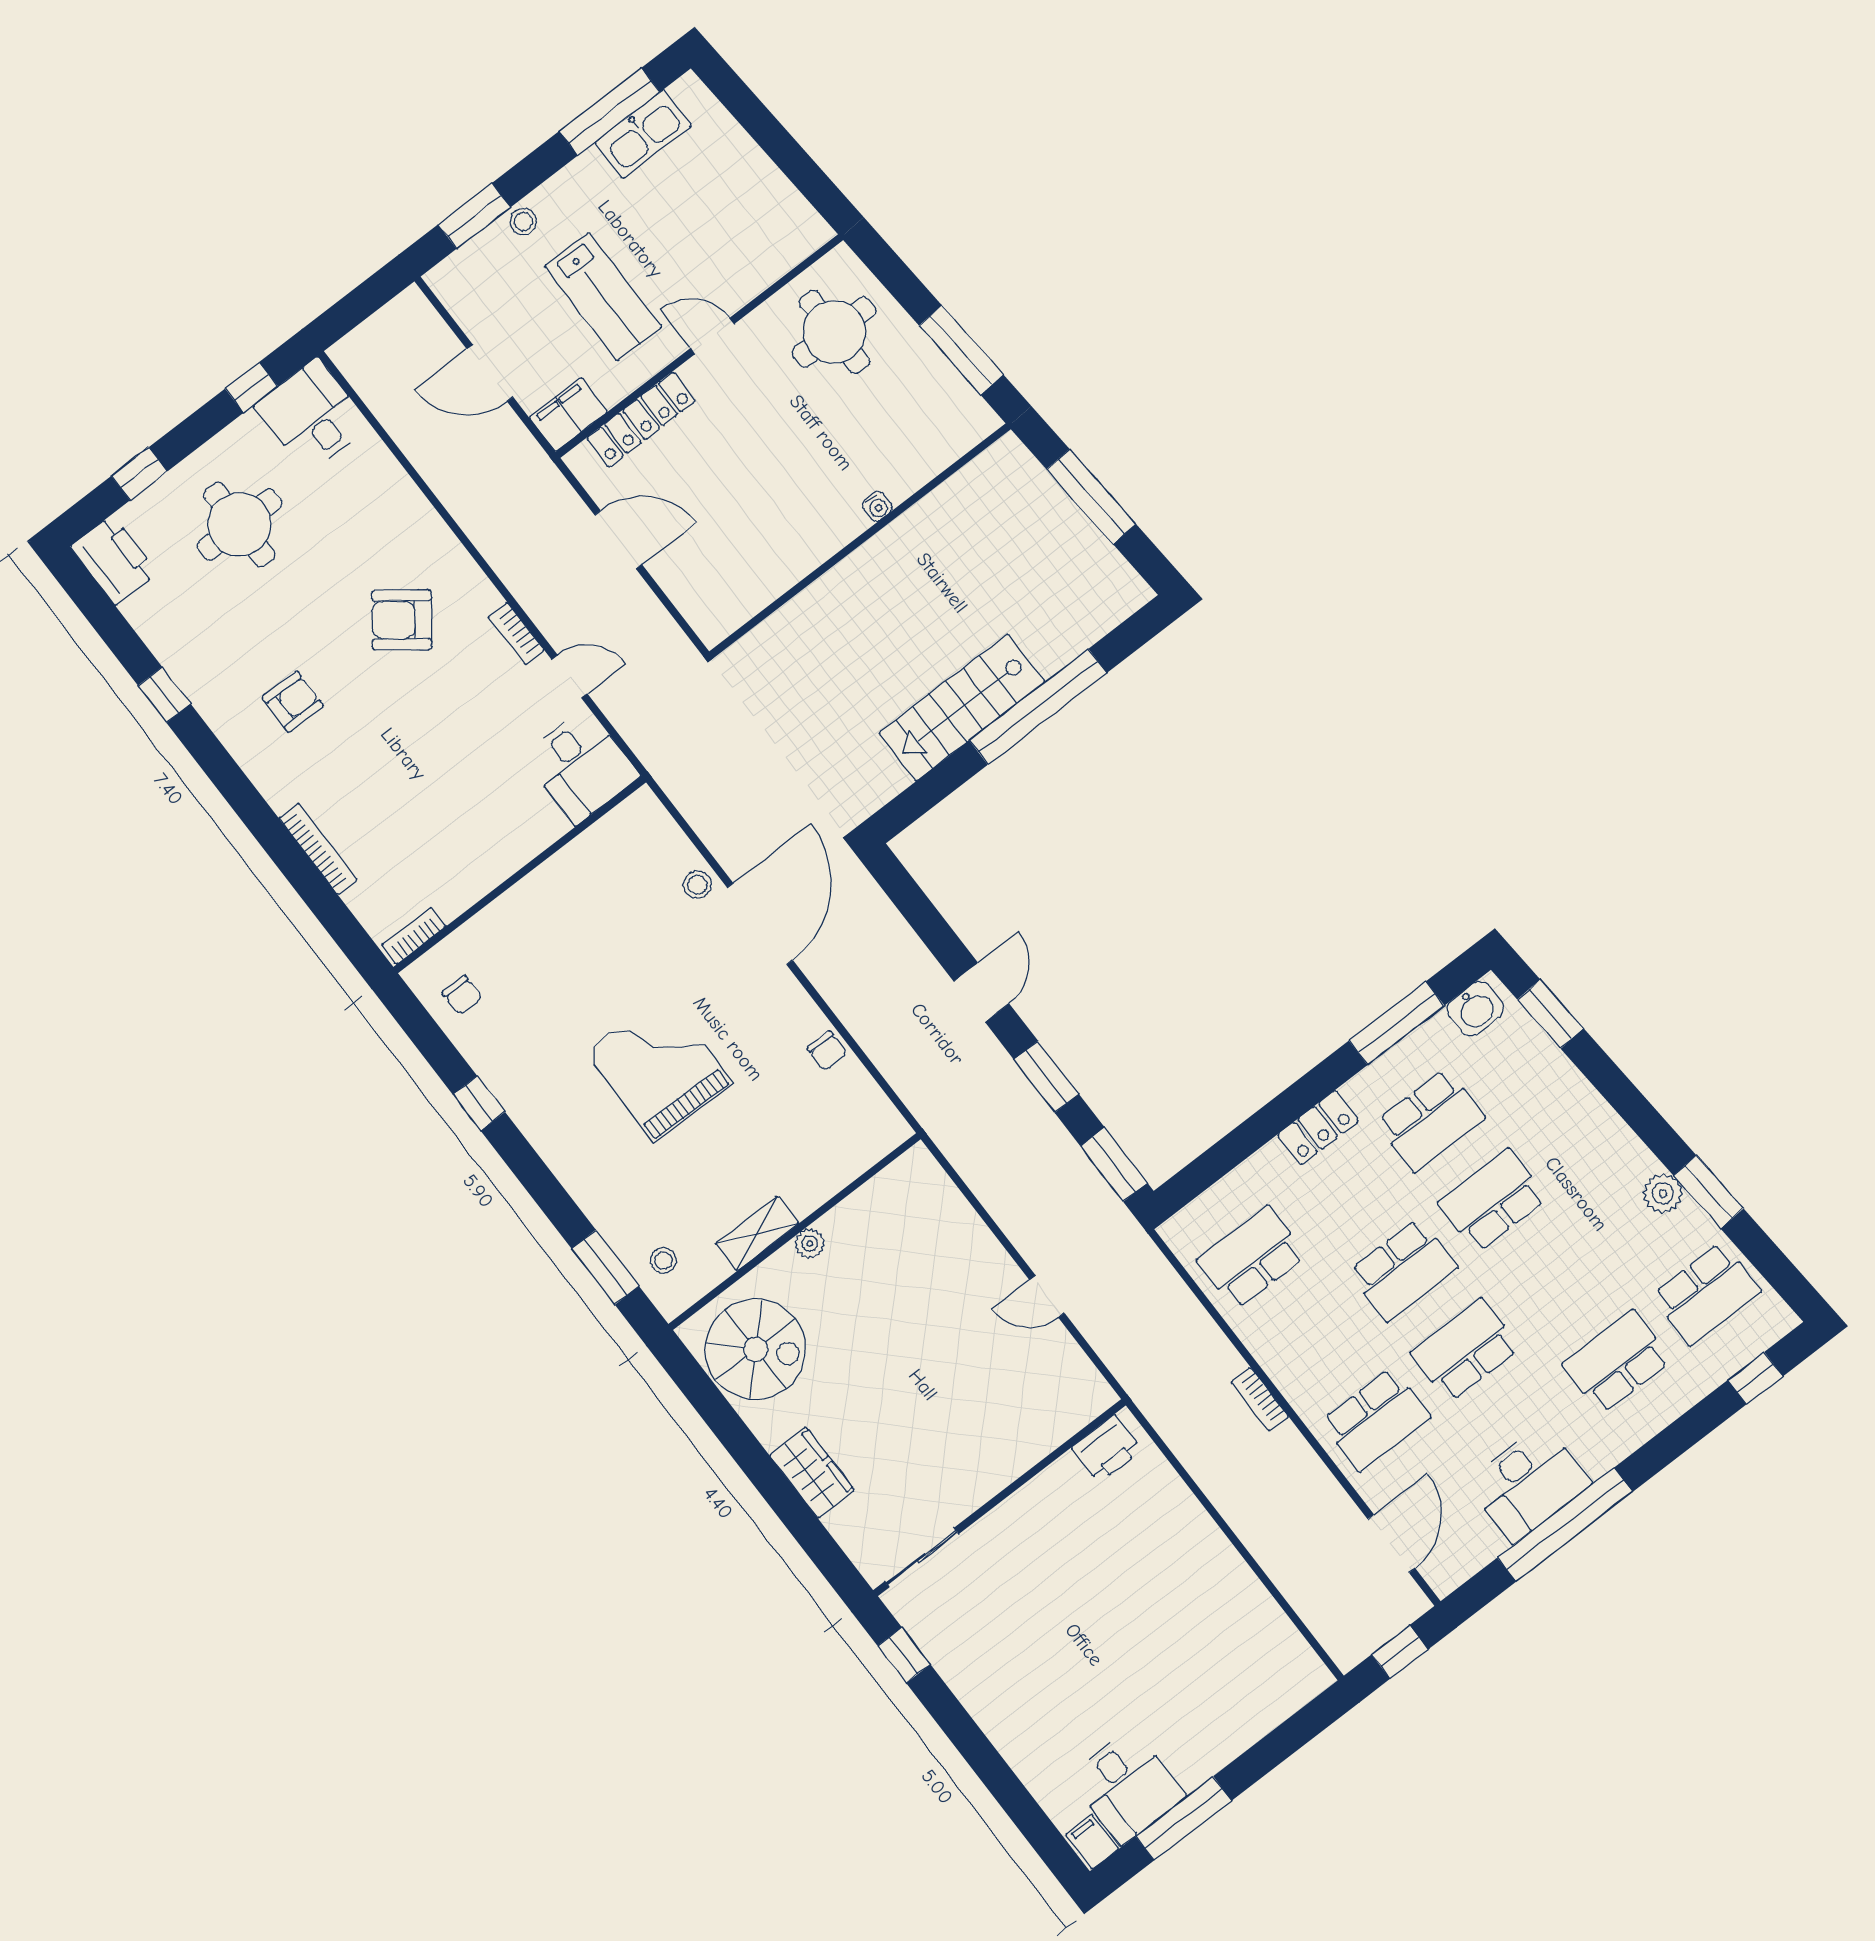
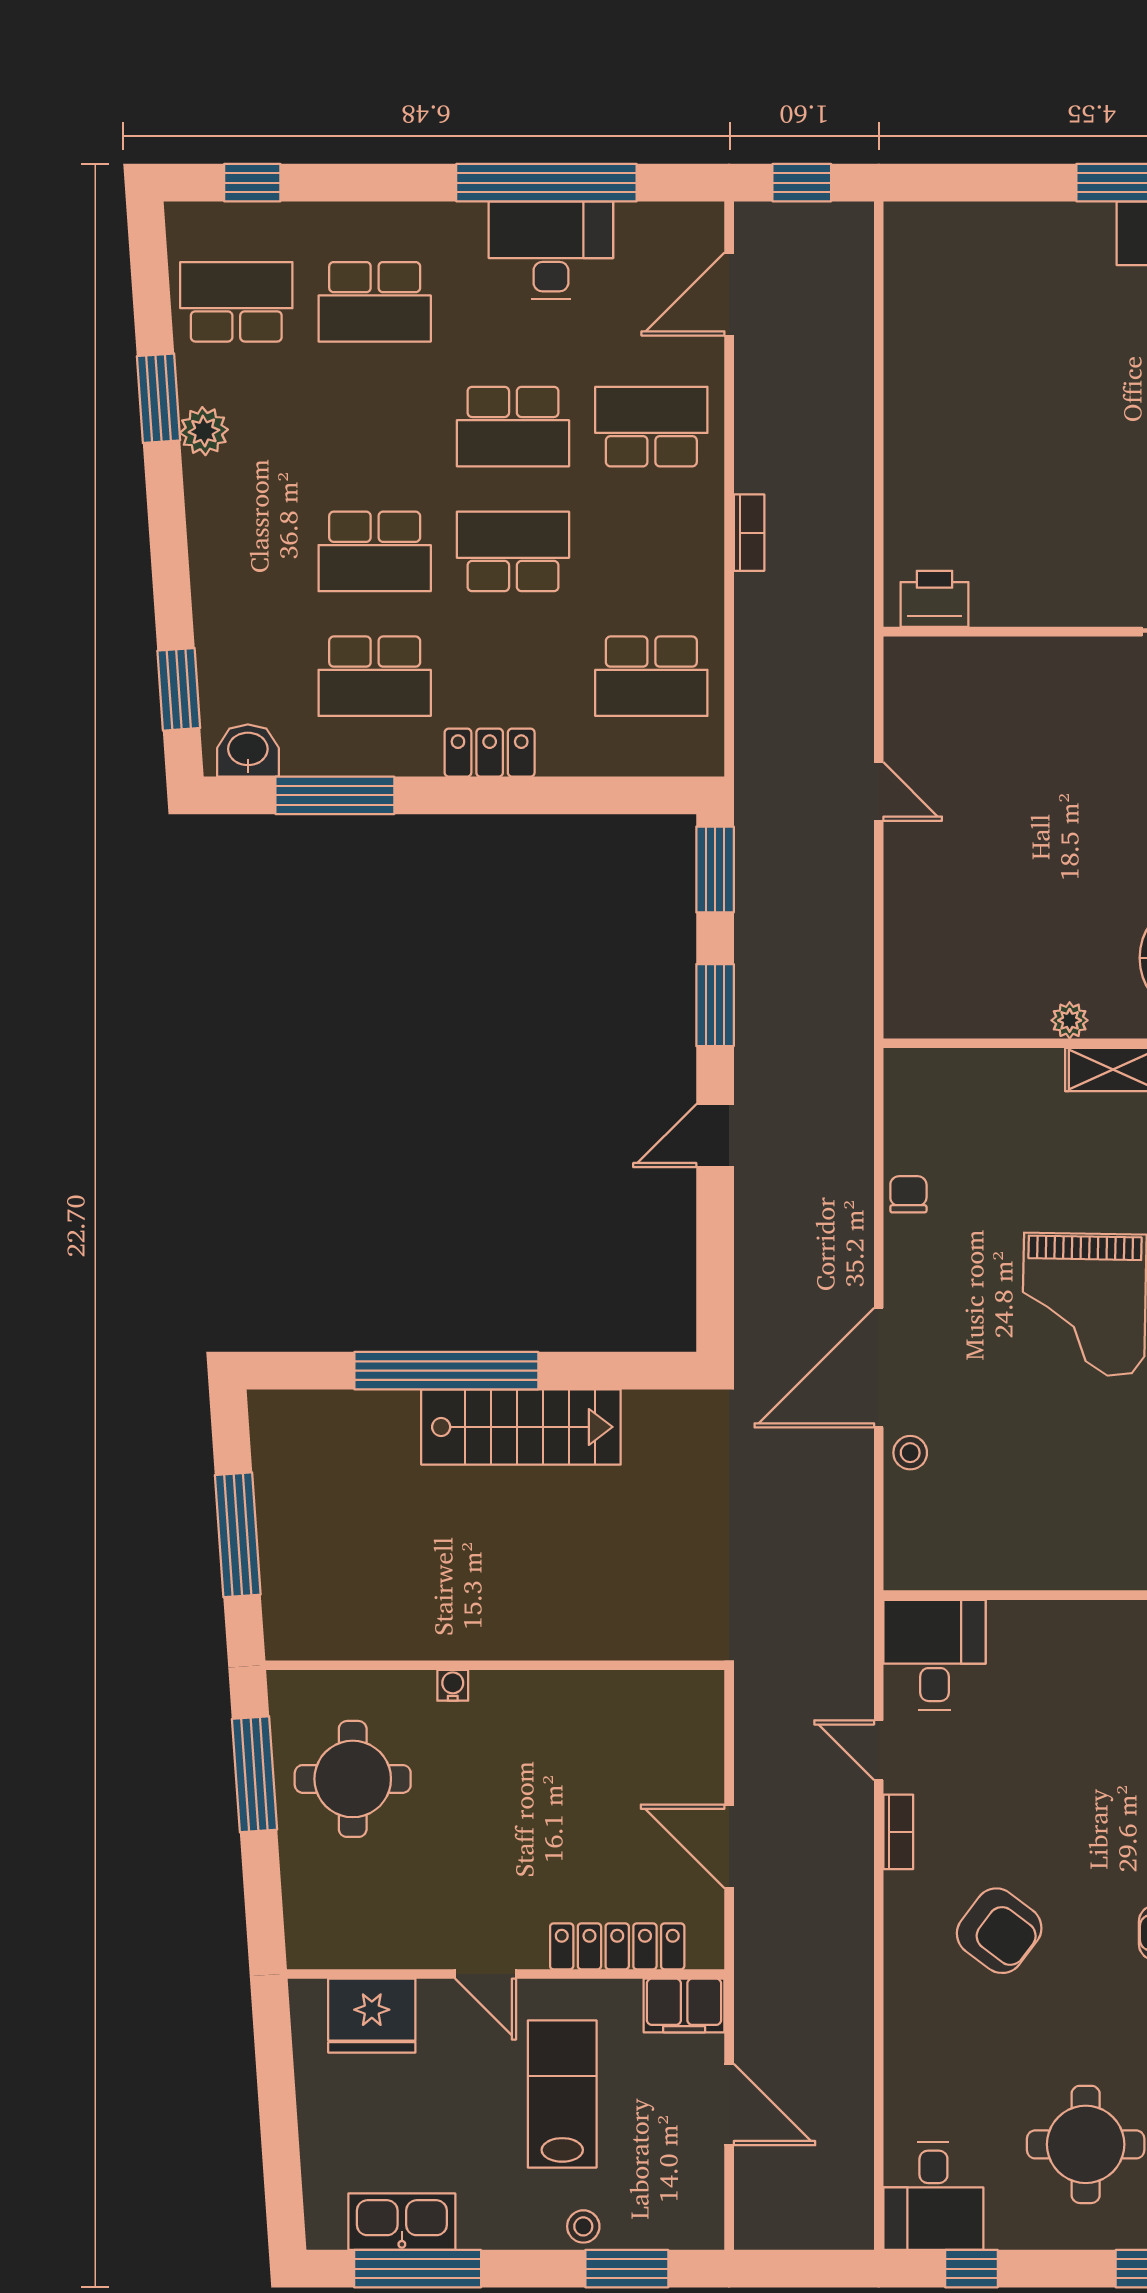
fridge: (765, 252) -> (372, 2016), added
round table: (834, 332) -> (353, 1779), moved
school desk: (1430, 1120) -> (375, 676), turned 180

